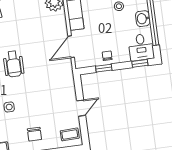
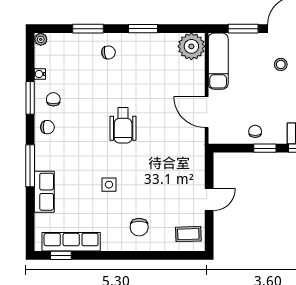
door: (71, 47) -> (207, 112), hinge flipped
window: (104, 68) -> (265, 148), moved

